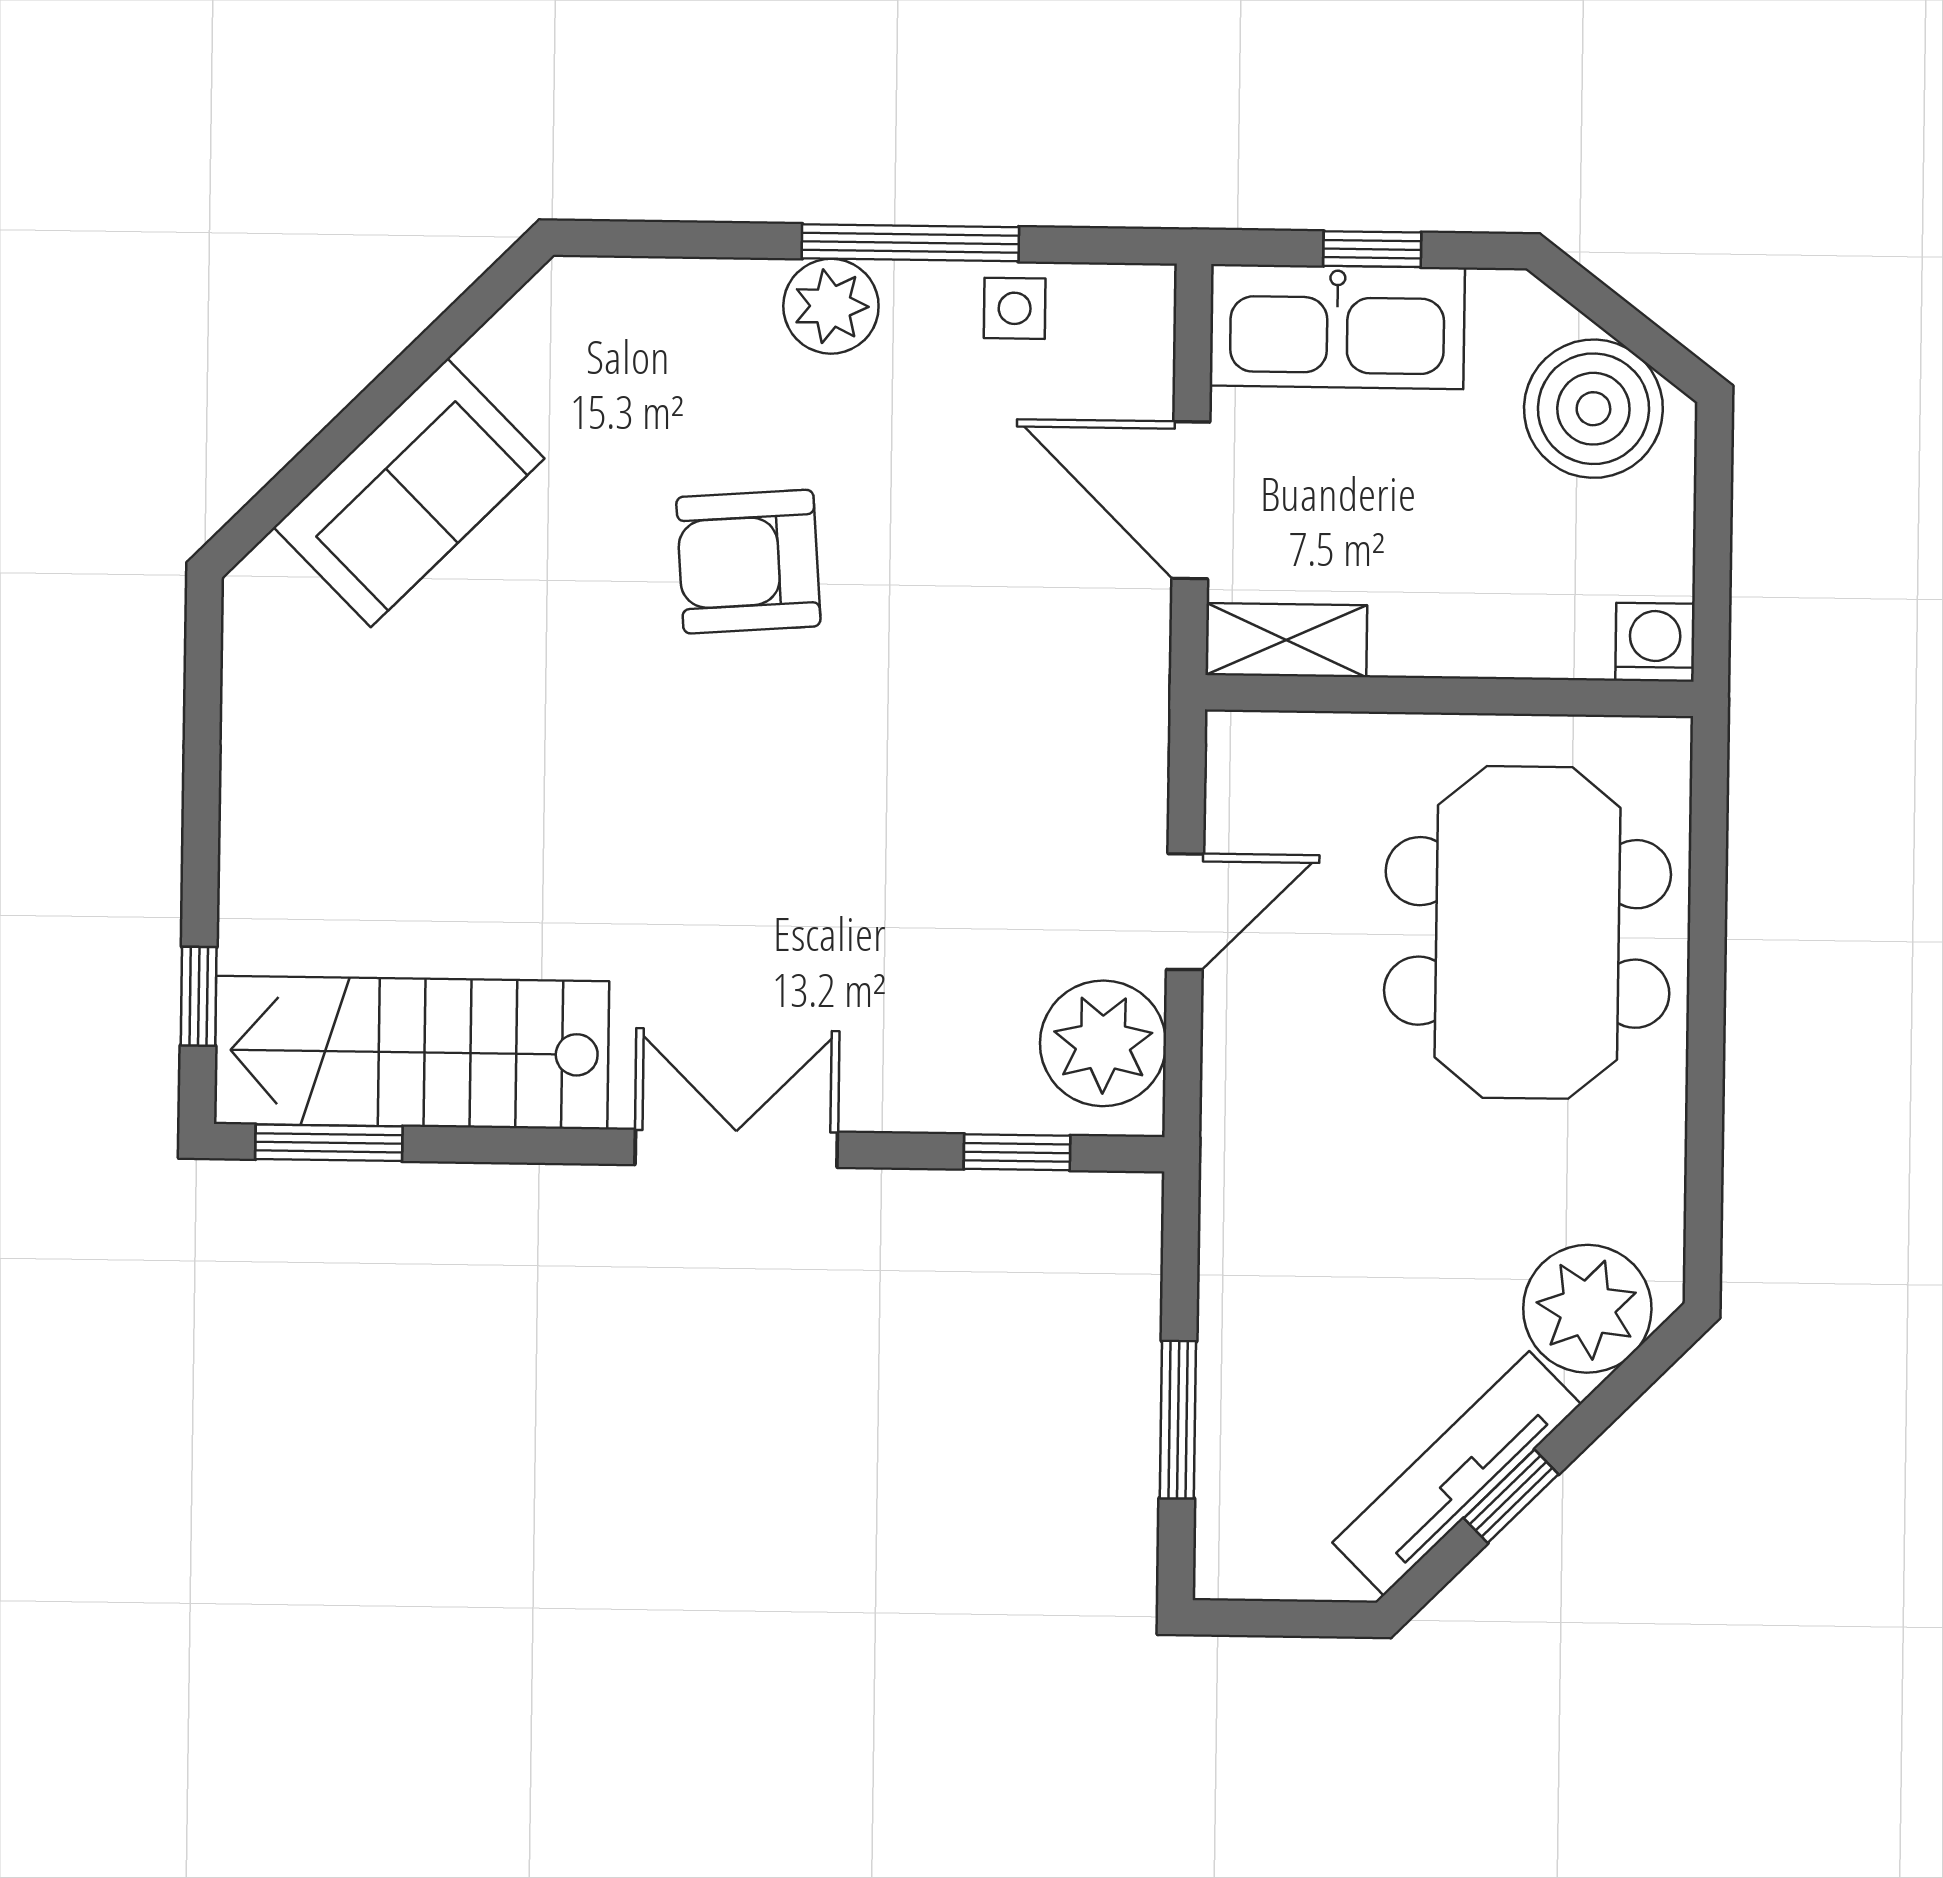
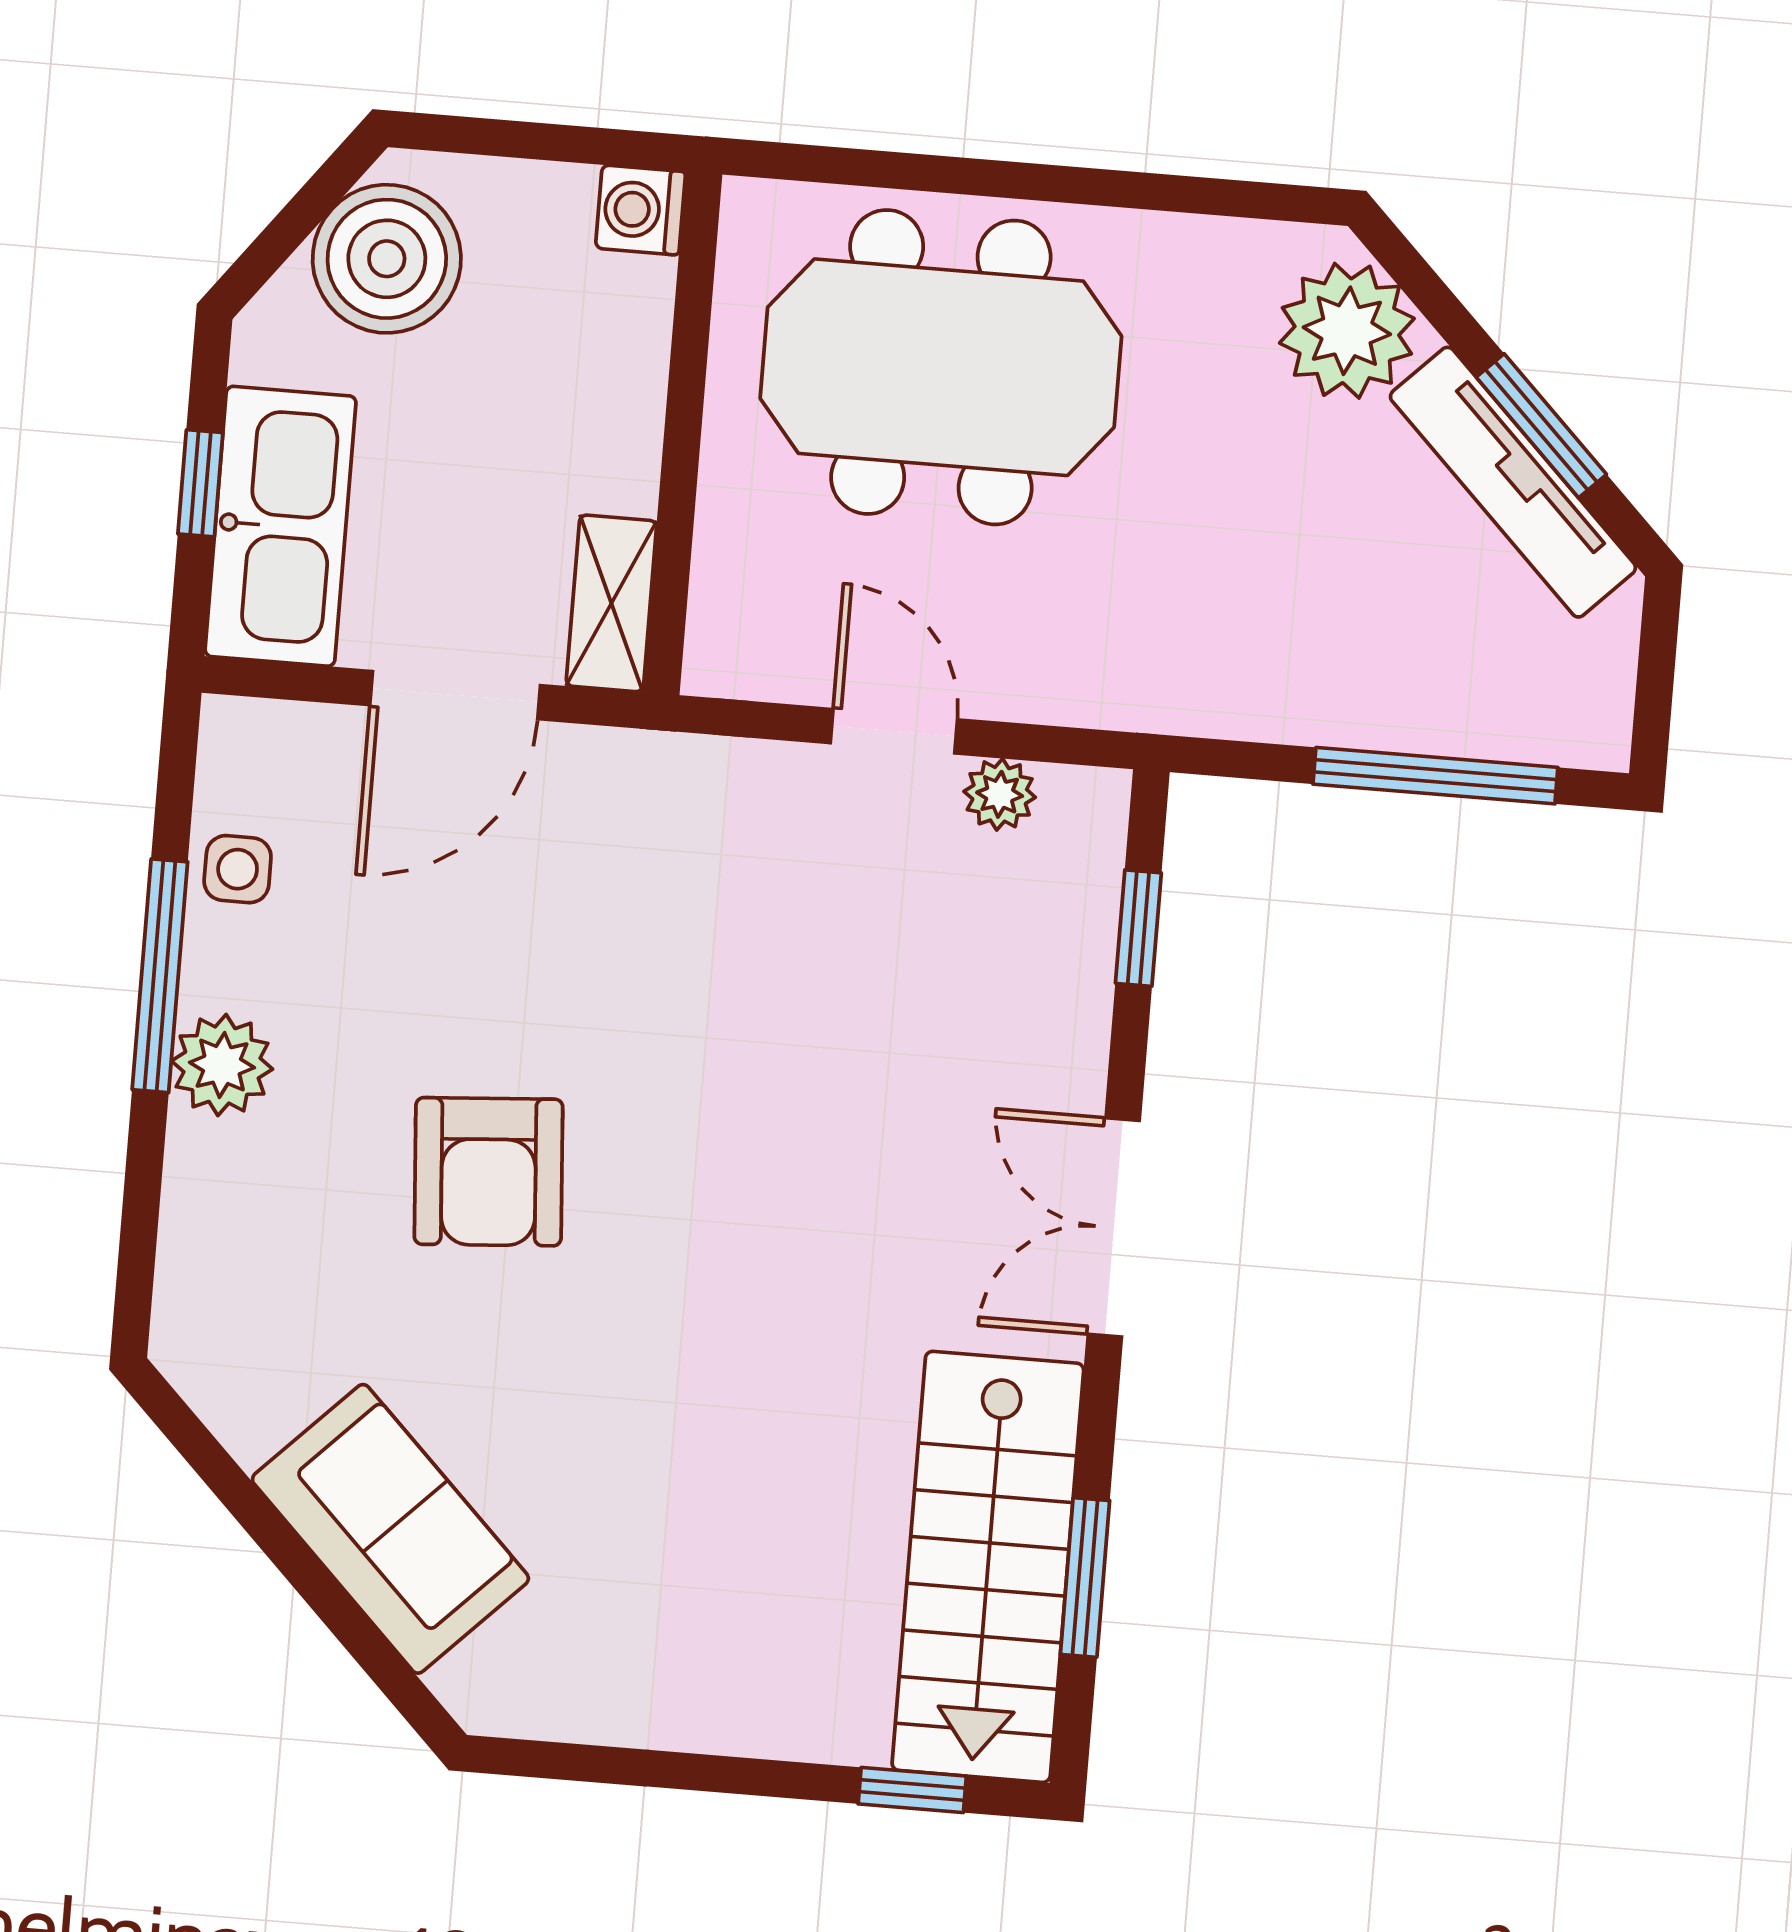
plant: (1103, 1043) -> (1000, 794), width x0.53, depth x0.53
window: (329, 1143) -> (1085, 1577), moved
window: (1178, 1420) -> (1435, 776), width x1.44
window: (1511, 1496) -> (1541, 426), width x1.50

